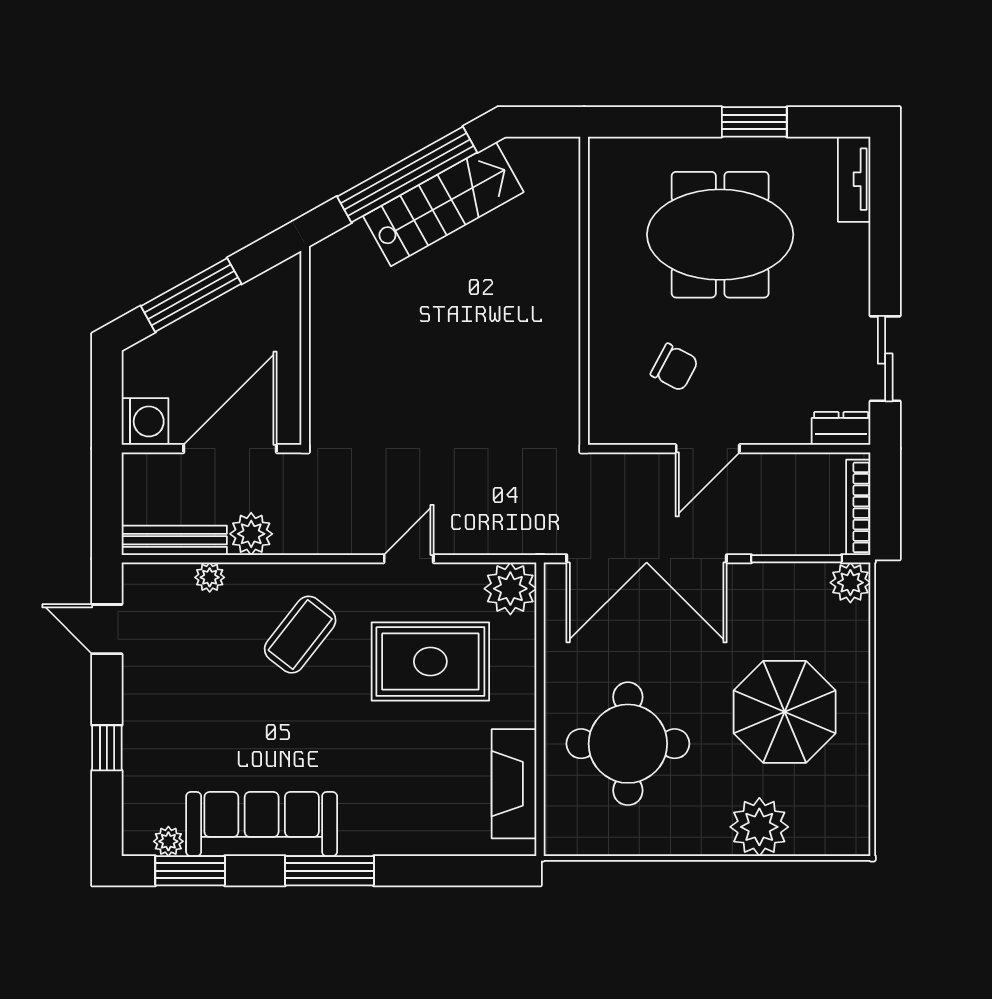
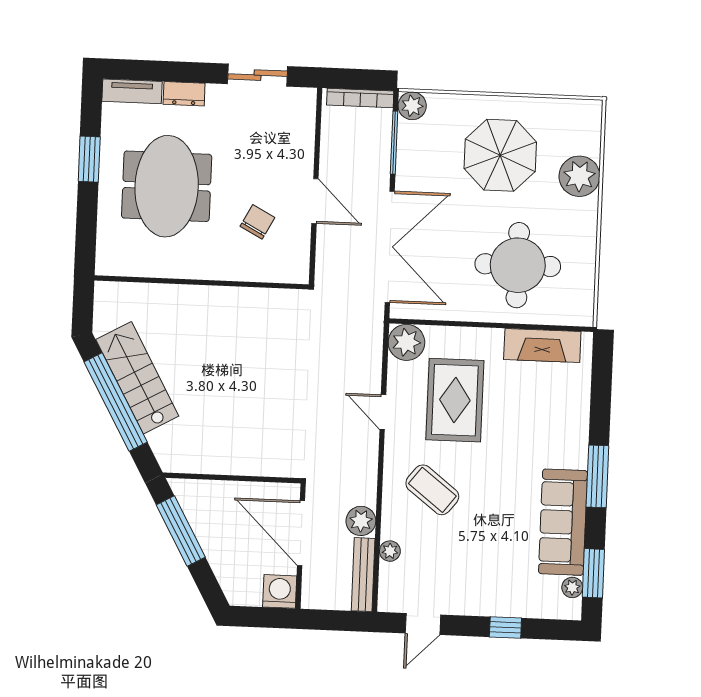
window: (191, 295) -> (181, 531), moved
dresser: (841, 428) -> (184, 94), moved, turned -90

